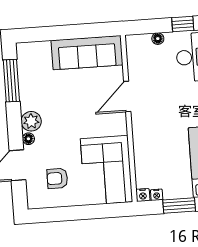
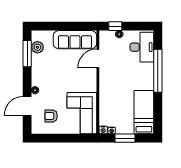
window: (183, 24) -> (115, 26), moved
door: (127, 96) -> (98, 58), moved
plant: (31, 121) -> (37, 47), moved

